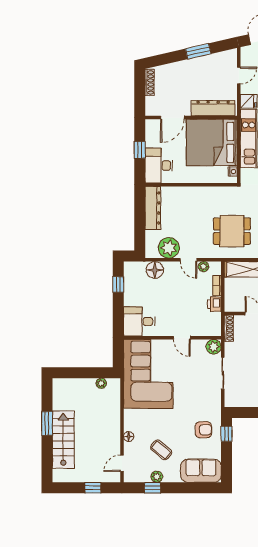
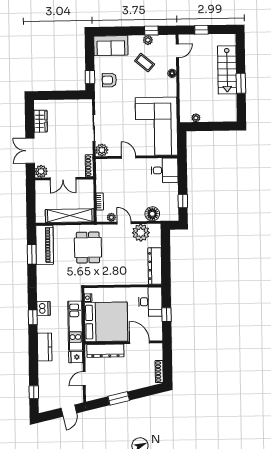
door: (172, 118) -> (140, 342), hinge flipped
dining table: (232, 231) -> (88, 247), turned 90
printer: (214, 304) -> (102, 186), removed

